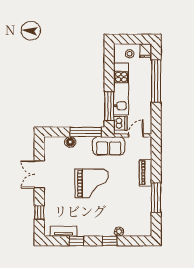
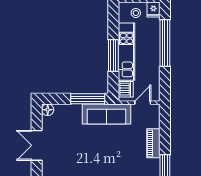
window: (109, 106) -> (113, 56), moved
floor lamp: (70, 142) -> (48, 110), moved
sofa: (109, 146) -> (106, 114), width x1.36
grand piano: (92, 183) -> (94, 155), removed

